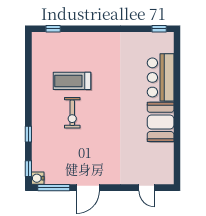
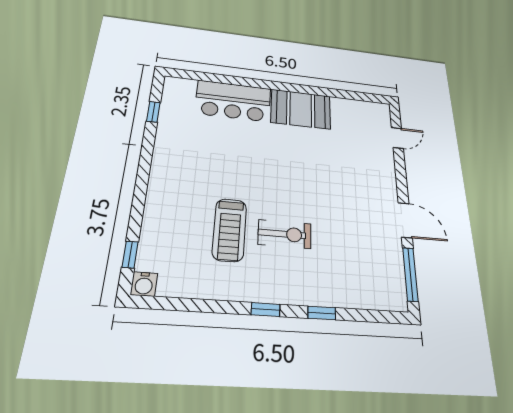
window: (159, 29) -> (153, 112), moved
window: (28, 169) -> (266, 310), moved
water cooler: (38, 178) -> (144, 284), moved

